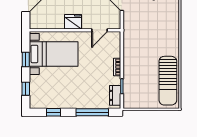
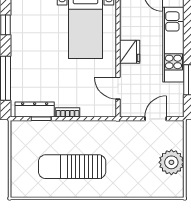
sun lounger: (168, 81) -> (72, 167), moved
dresser: (115, 95) -> (35, 110), width x1.44

